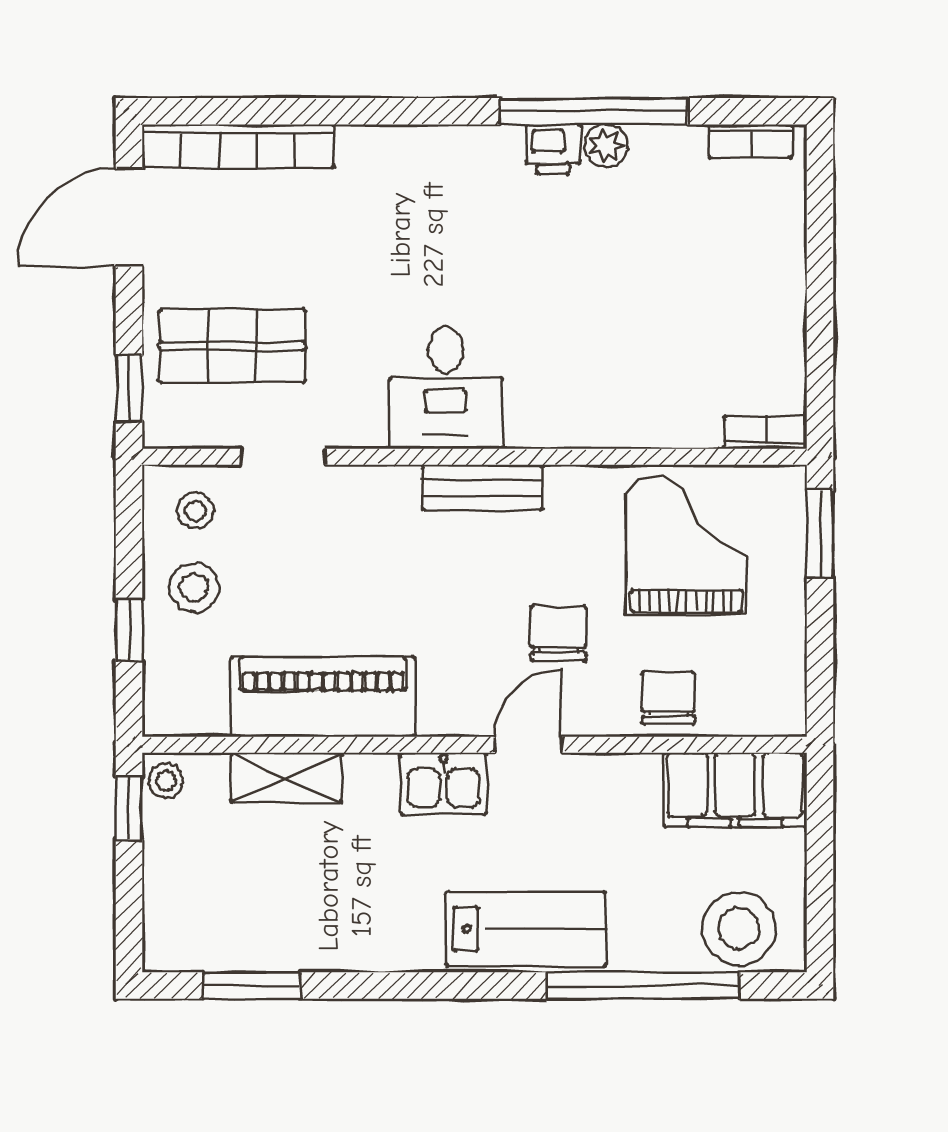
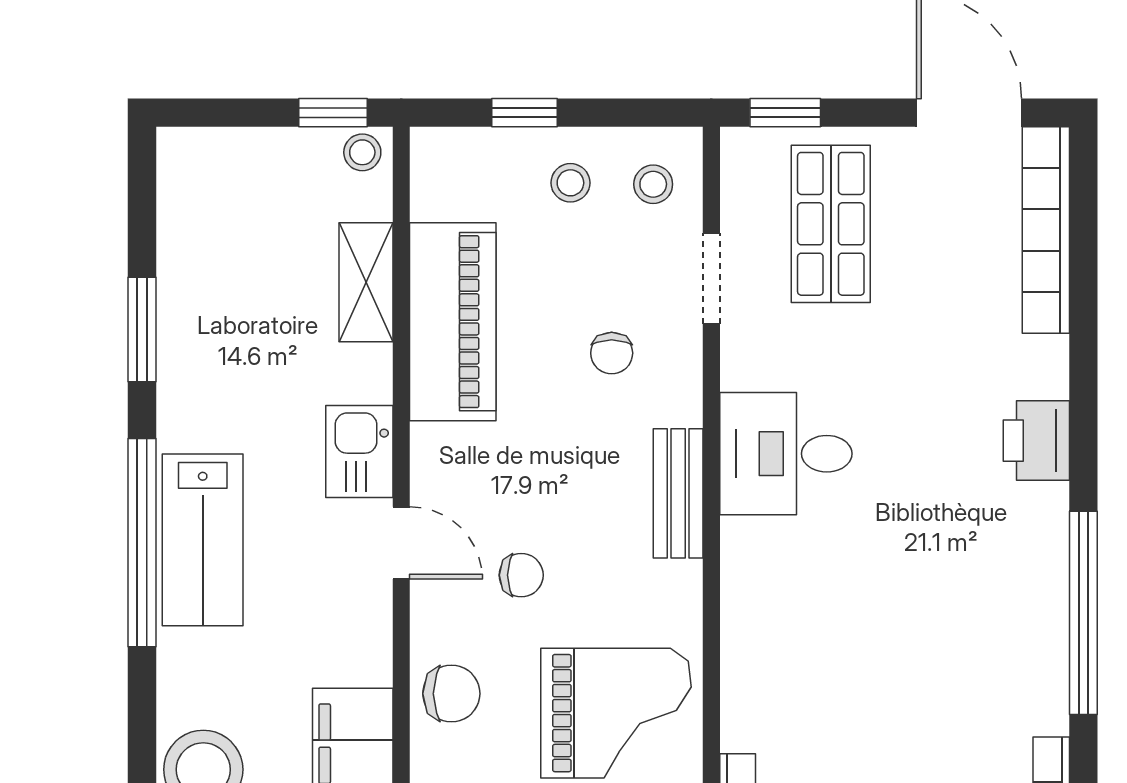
plant: (606, 146) -> (1046, 627), removed
printer: (553, 149) -> (1036, 441), moved, width x1.36, depth x1.24
chair: (352, 549) -> (612, 353), added
stool: (194, 588) -> (570, 183), width x0.73, depth x0.73
chair: (558, 633) -> (521, 575), width x0.73, depth x0.73
window: (251, 986) -> (142, 329), moved
window: (643, 986) -> (142, 543), moved

